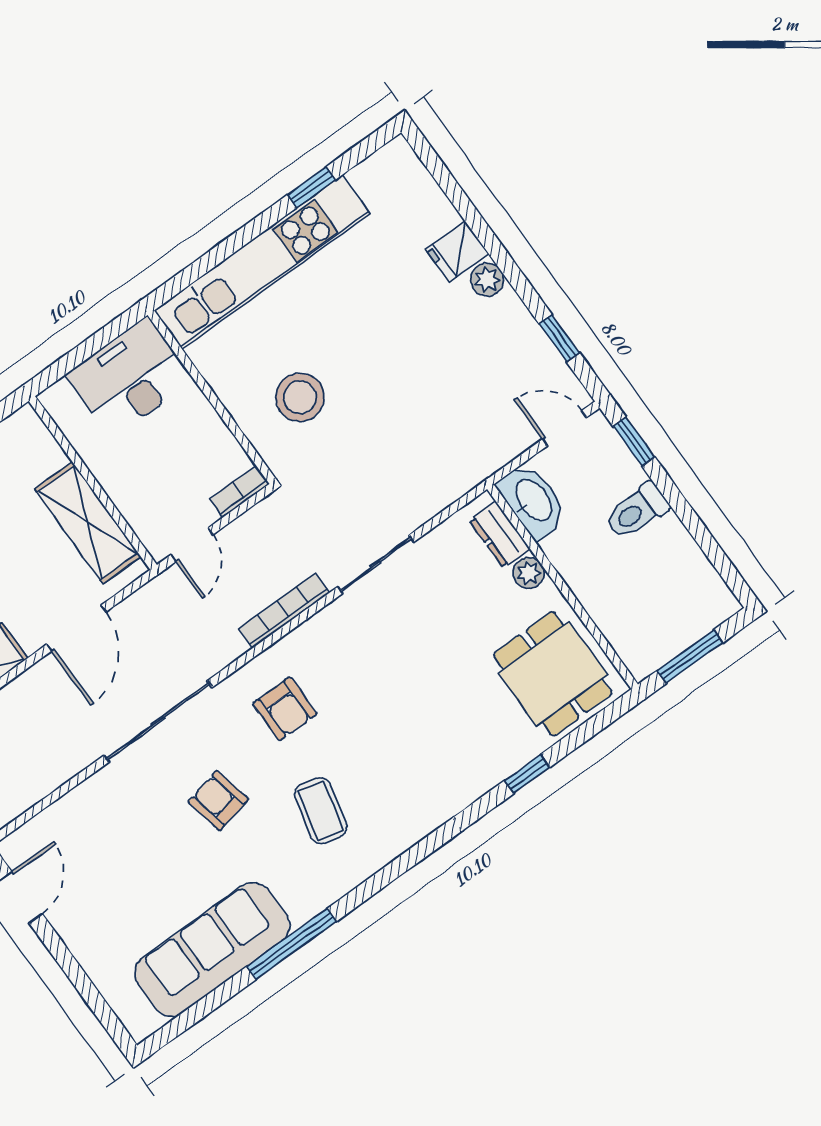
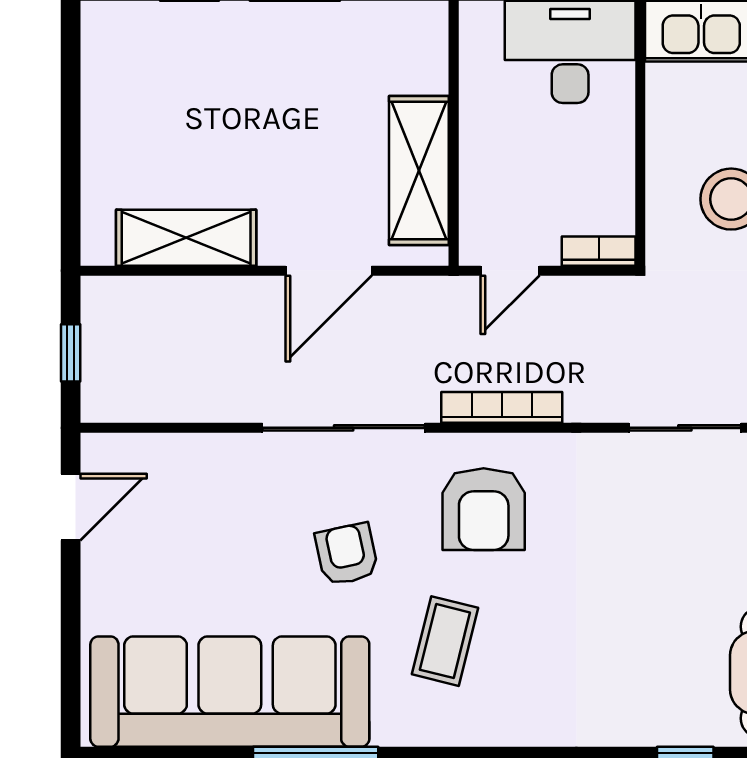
bookcase: (284, 611) -> (502, 407), moved
armchair: (285, 709) -> (484, 509), width x1.38, depth x1.38
sofa: (212, 949) -> (230, 692), width x1.36, depth x1.27

